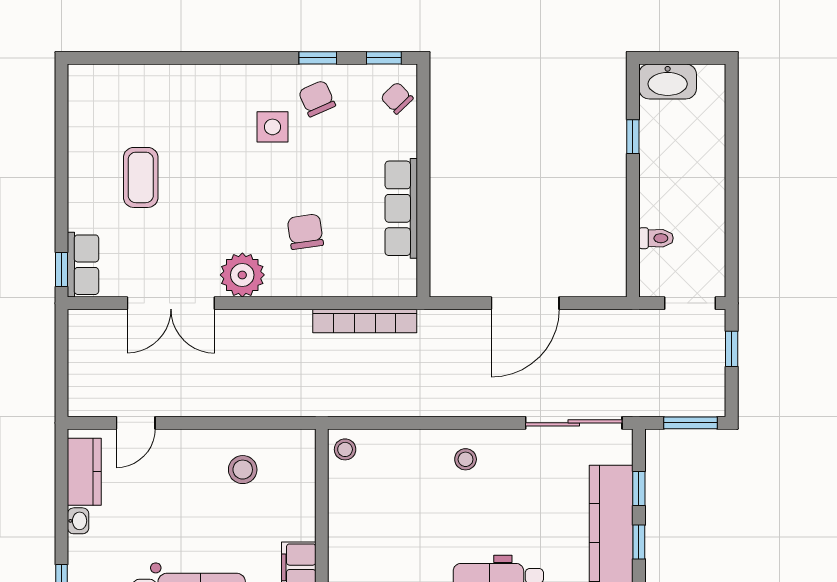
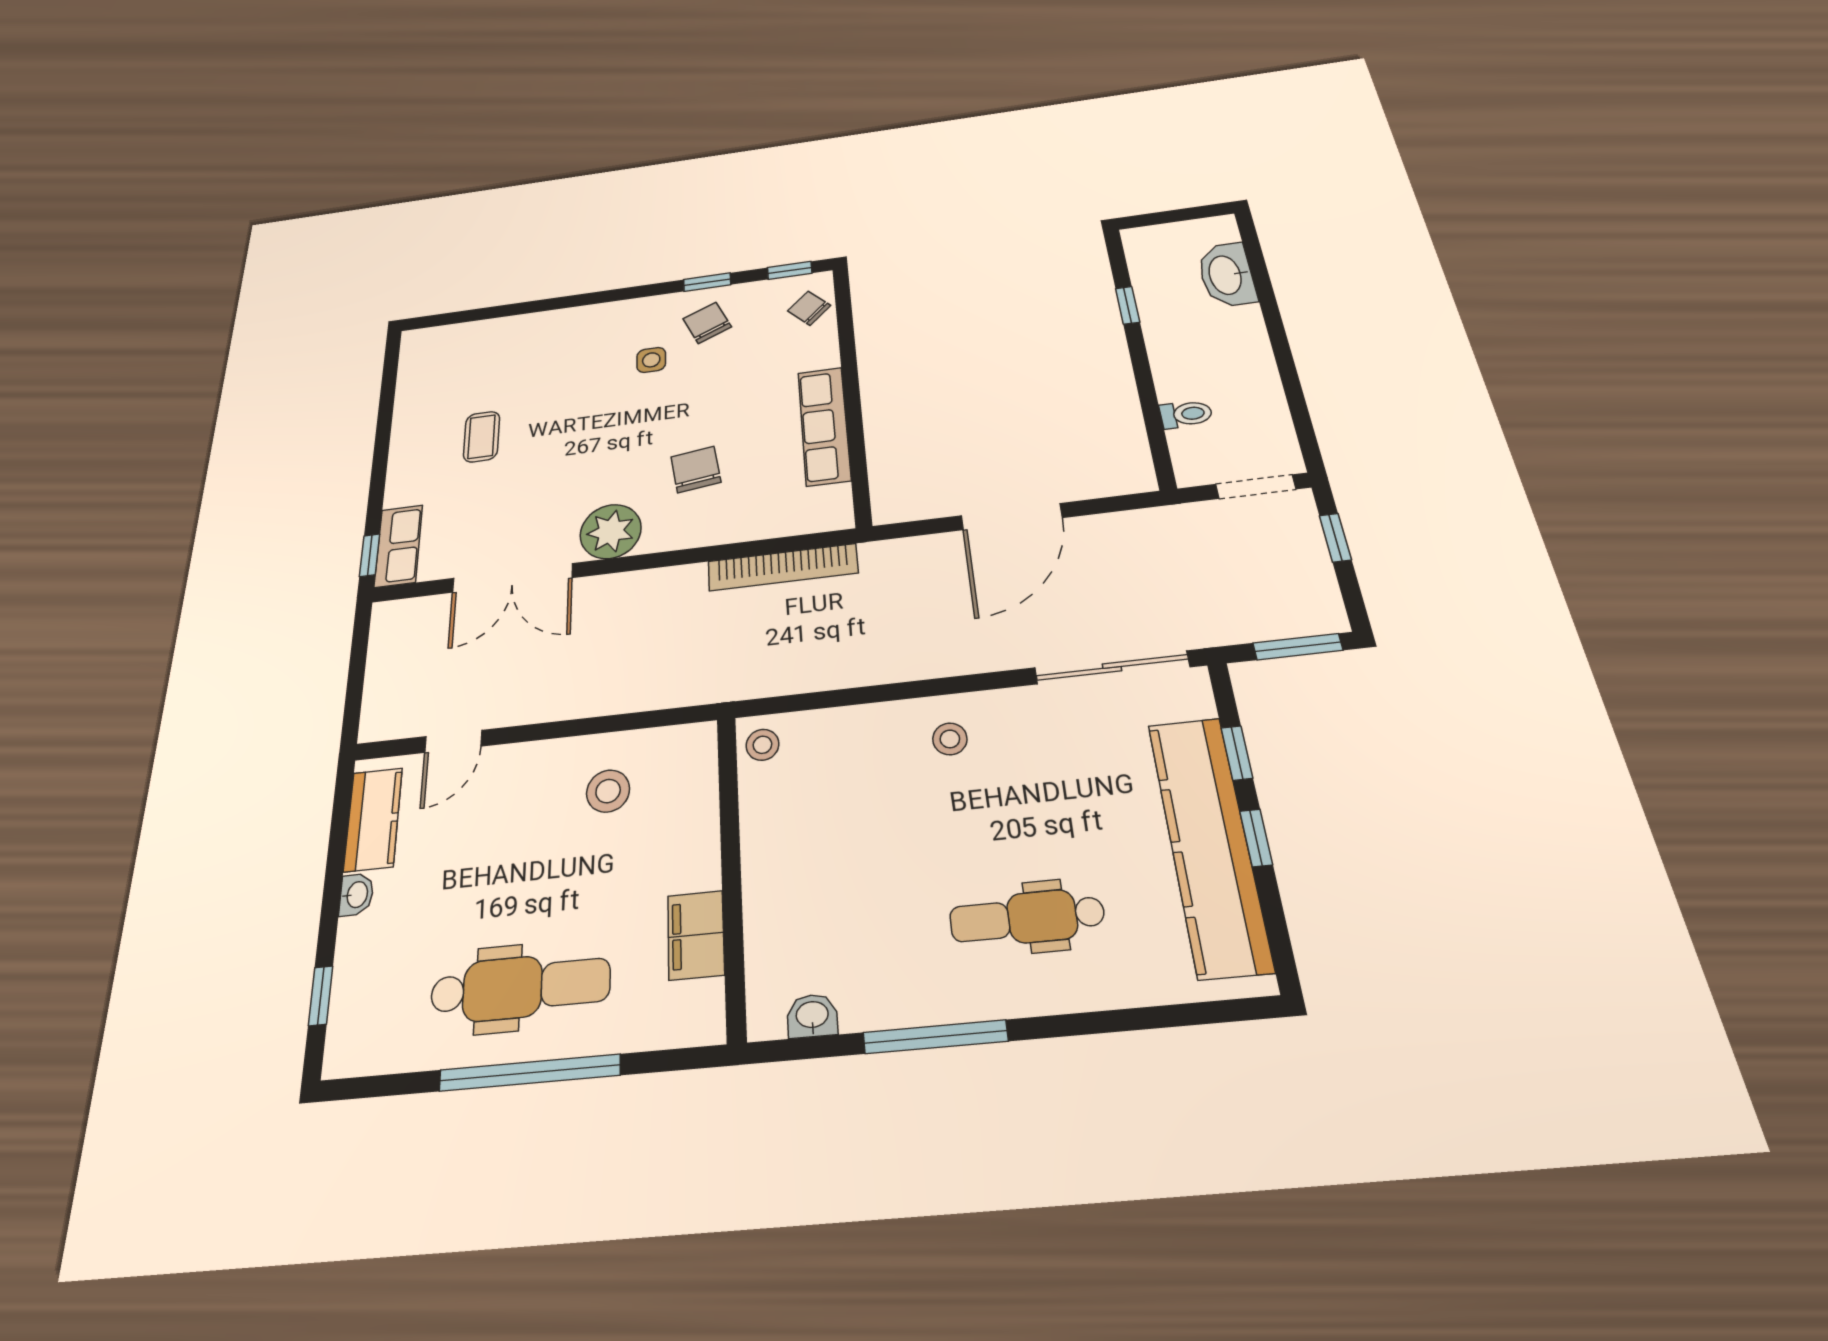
washbasin: (668, 81) -> (1226, 275), moved, turned 90
side table: (273, 127) -> (651, 360), width x0.73, depth x0.73
coffee table: (141, 177) -> (482, 437), width x0.73, depth x0.77

